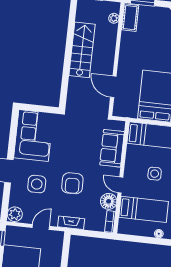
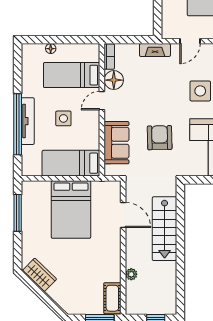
plant: (114, 18) -> (131, 274), moved
stairs: (82, 50) -> (165, 229), moved
armchair: (72, 183) -> (160, 138), moved
door: (120, 185) -> (102, 101), swing flipped

